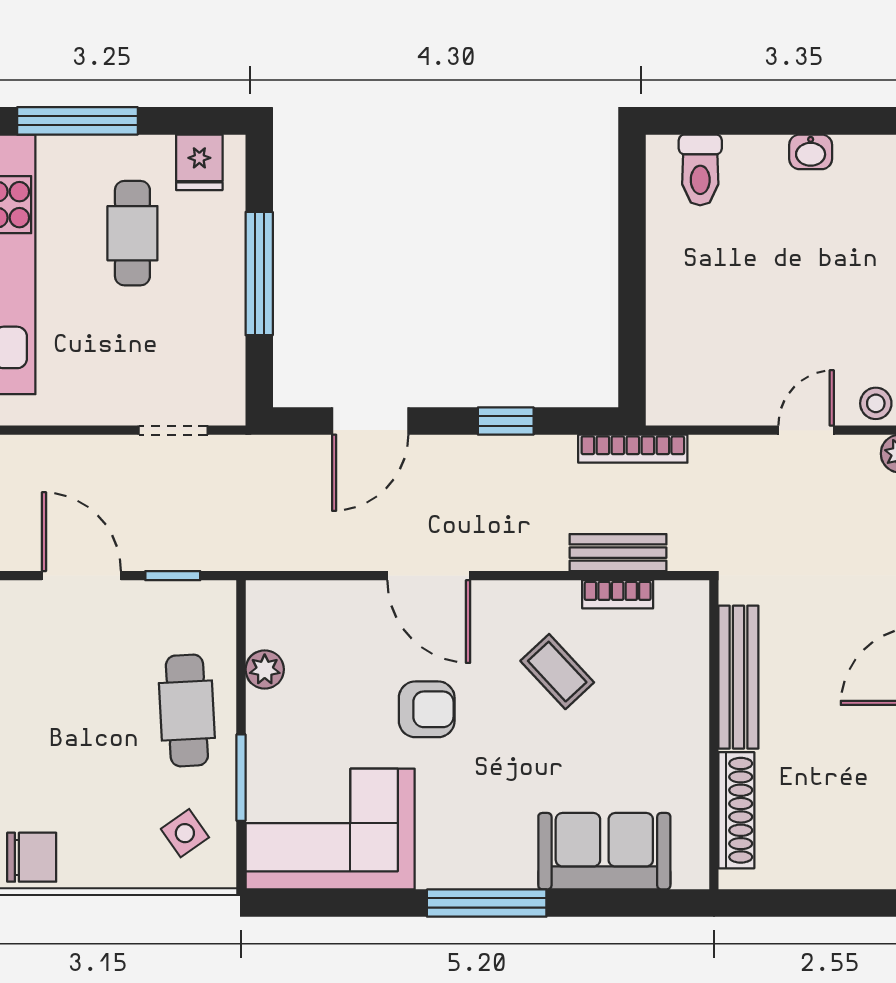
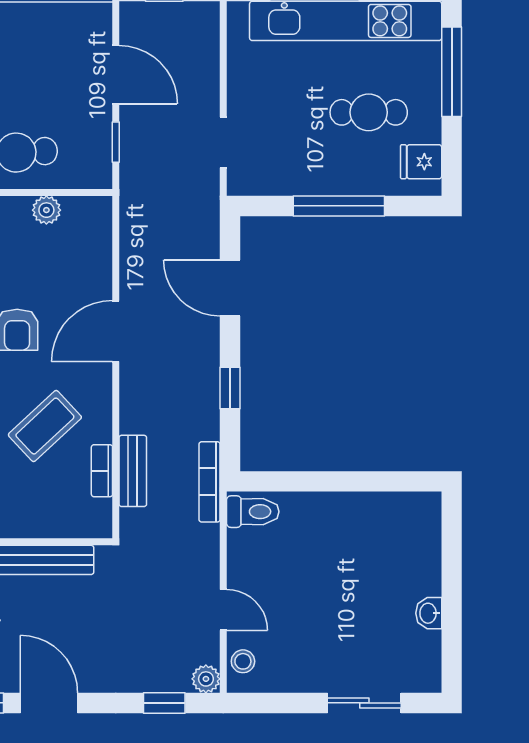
toilet: (700, 170) -> (253, 512), moved, turned 180
door: (81, 576) -> (116, 75), hinge flipped
coffee table: (557, 672) -> (45, 426), width x1.36, depth x1.30

